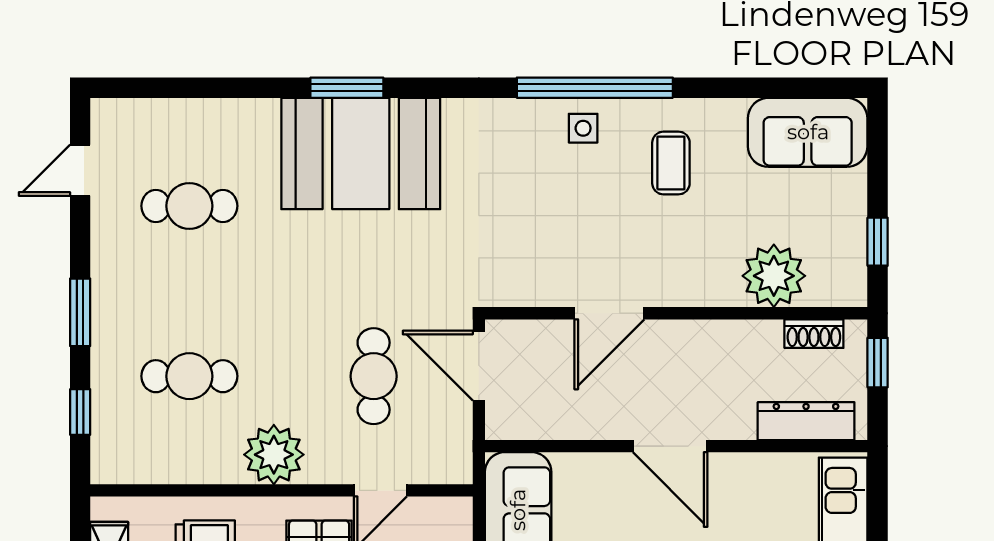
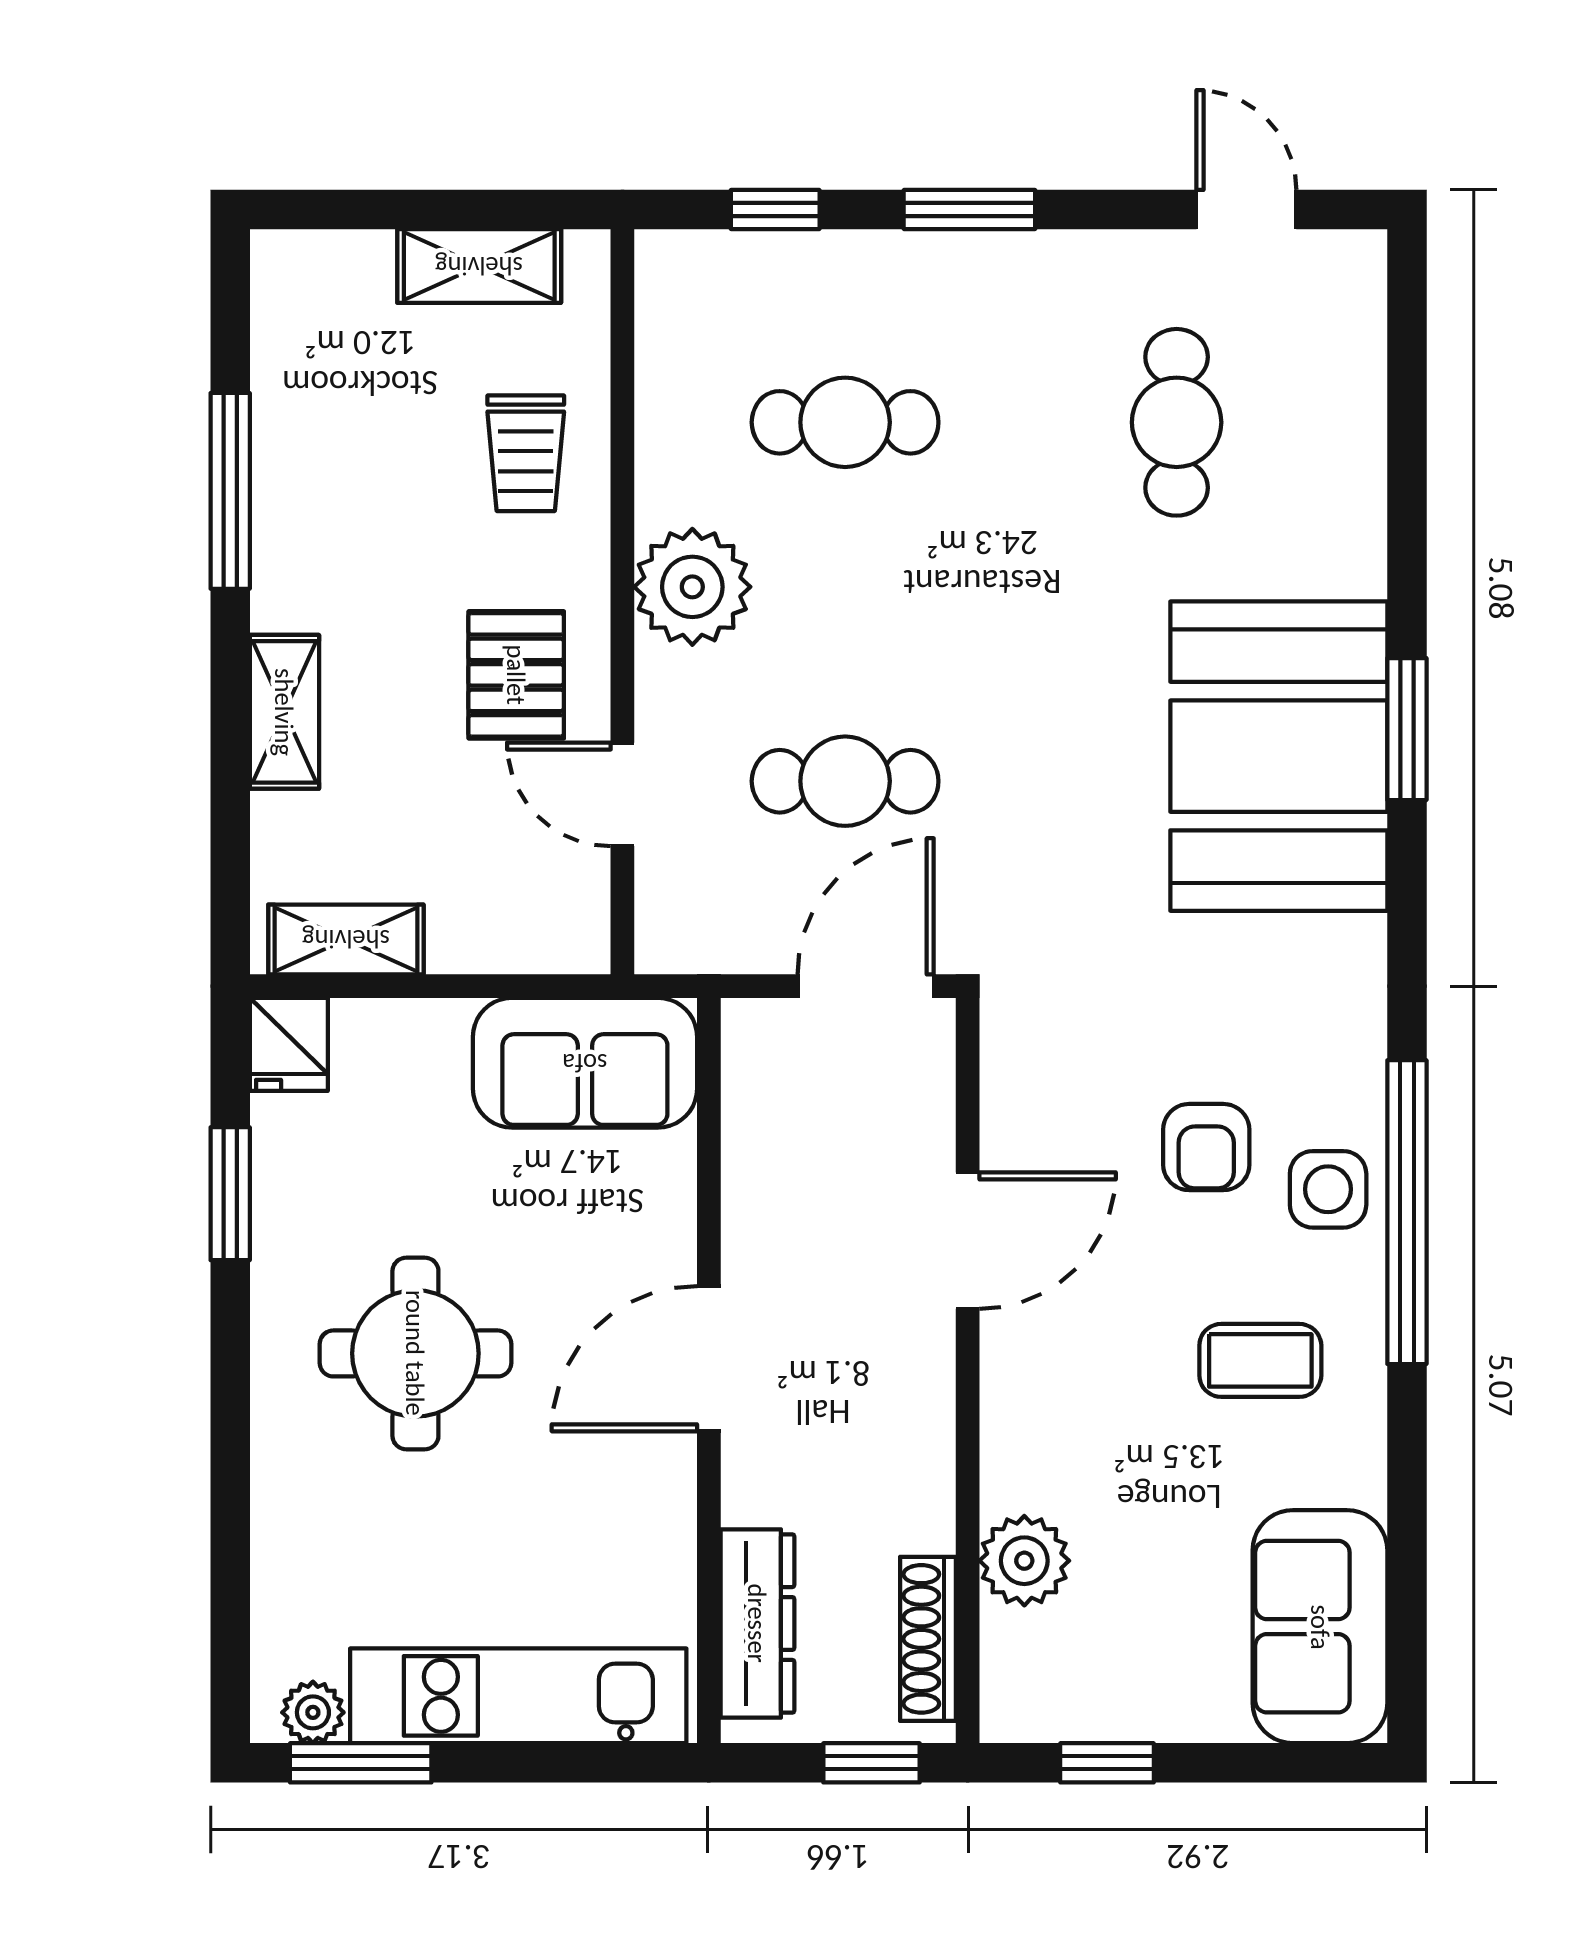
side table: (583, 128) -> (1328, 1189), width x1.37, depth x1.37
armchair: (561, 191) -> (1206, 1147), added
plant: (774, 276) -> (1024, 1561), width x0.73, depth x0.73
door: (609, 313) -> (968, 1241), swing flipped
shoe rack: (814, 334) -> (928, 1639), width x1.43
cafe table: (189, 376) -> (845, 422), turned 90

